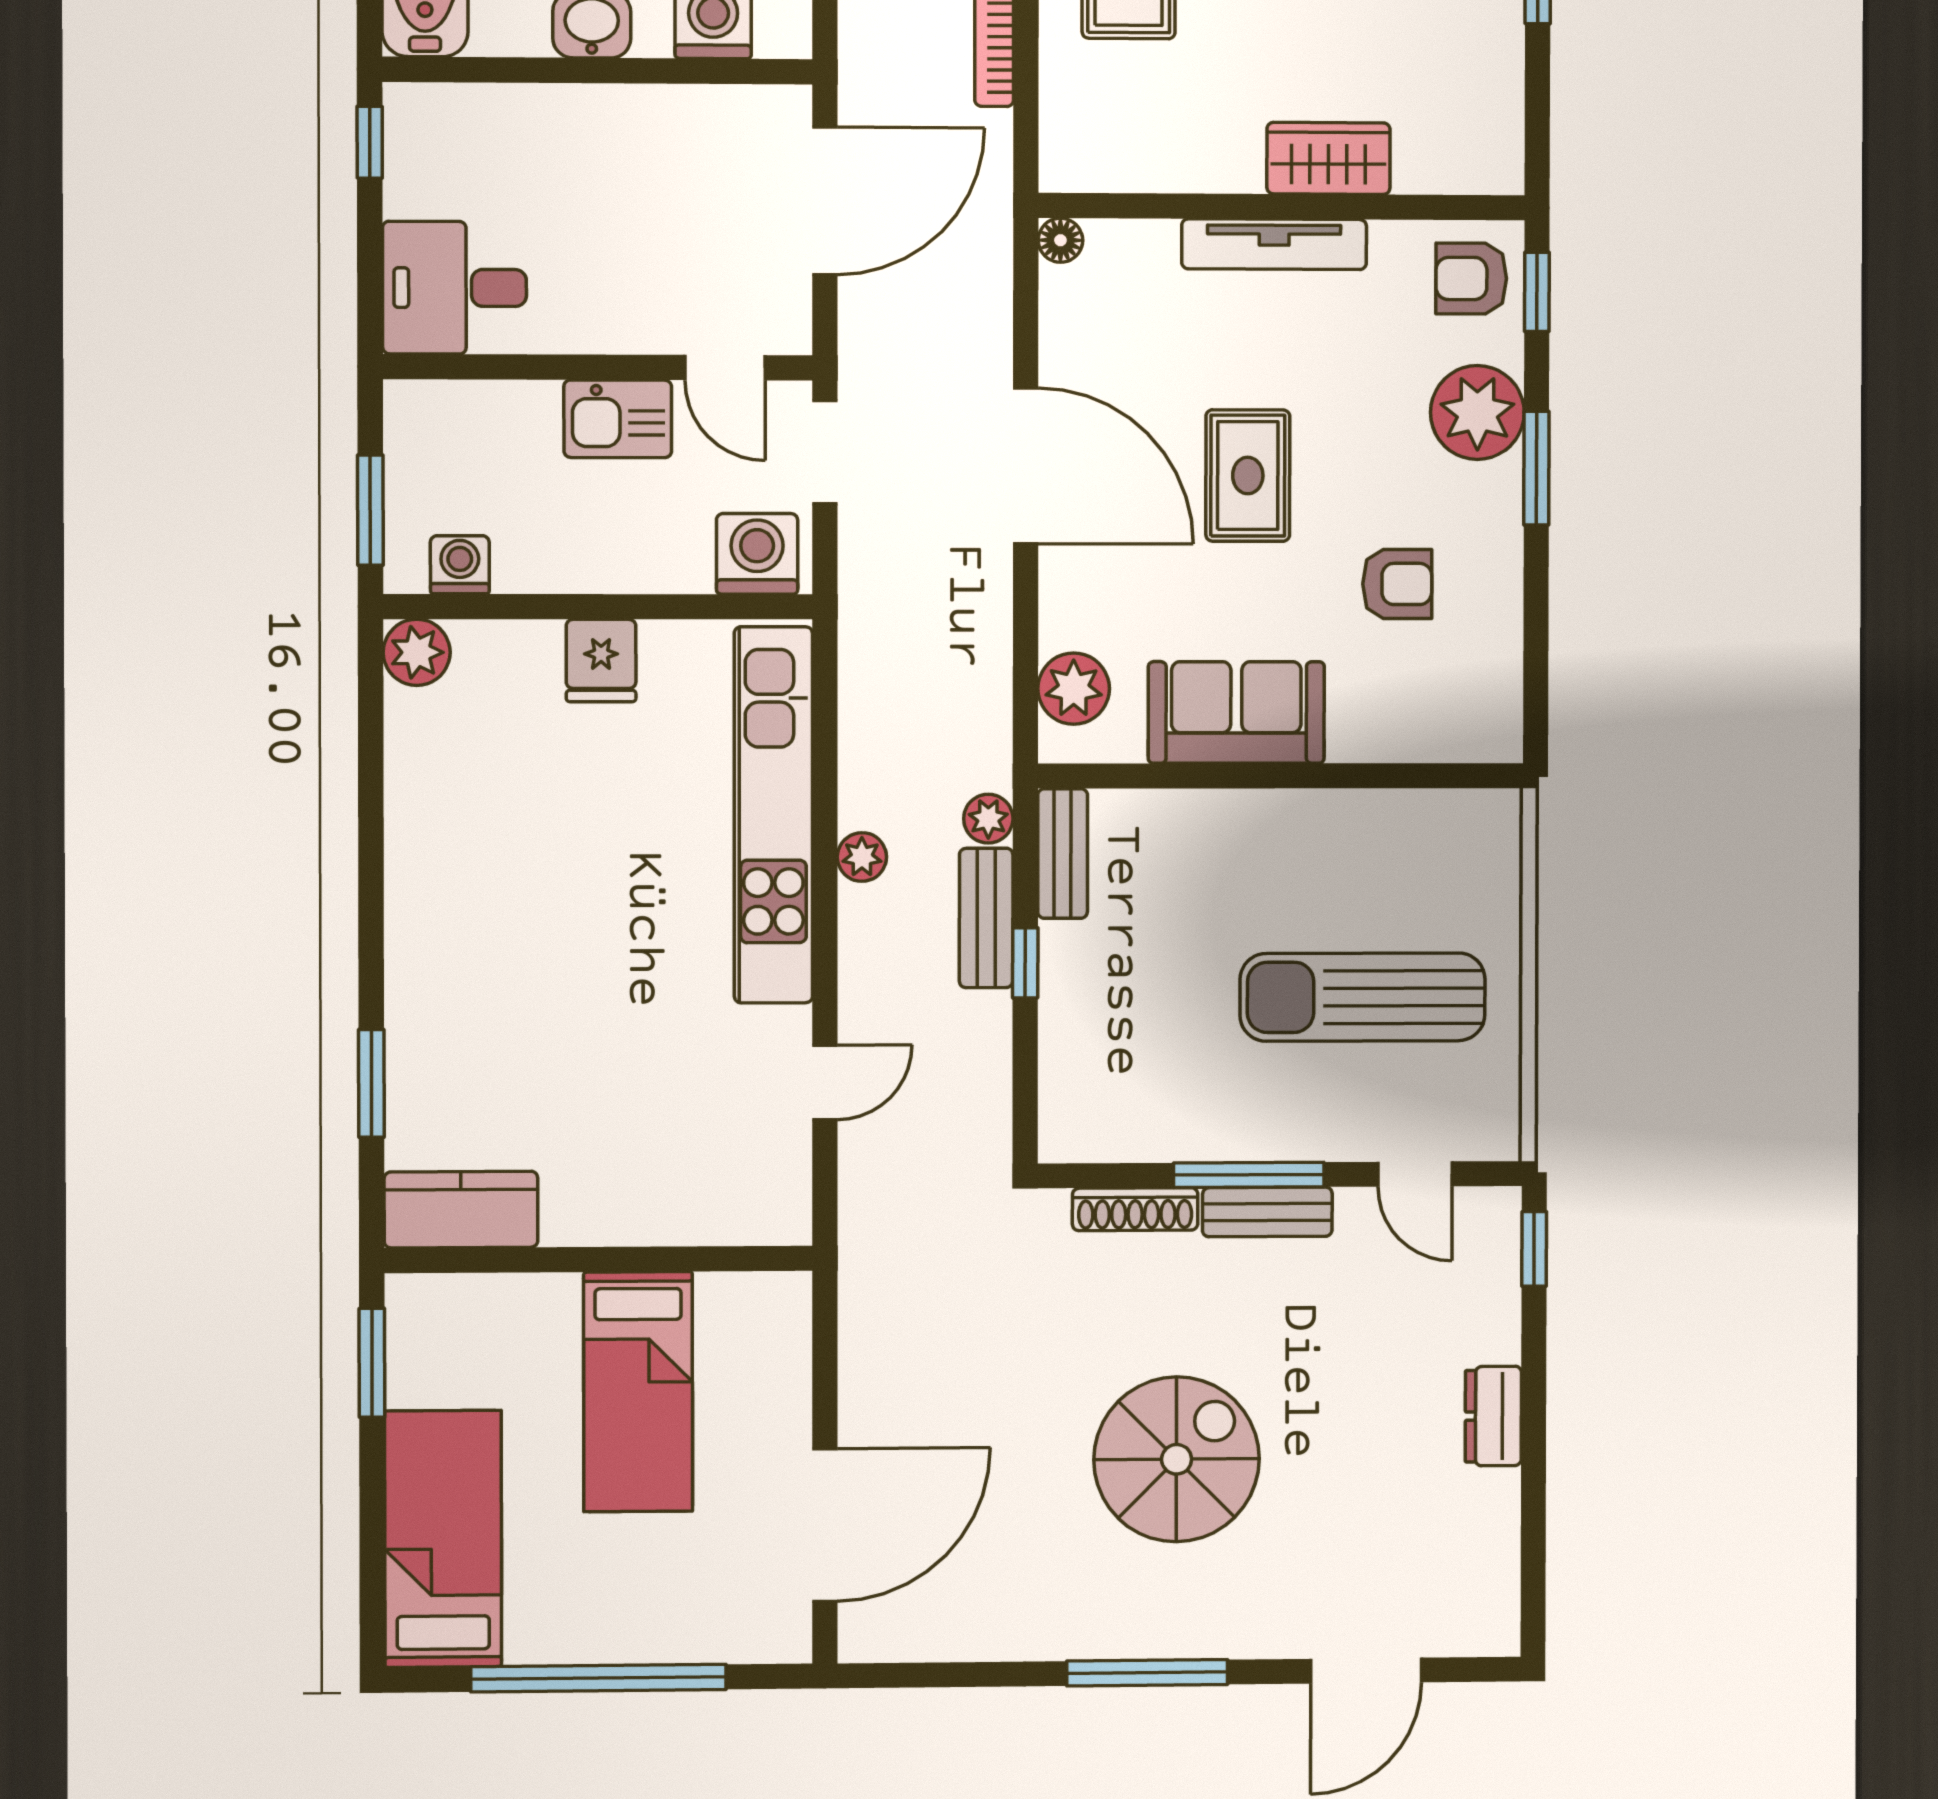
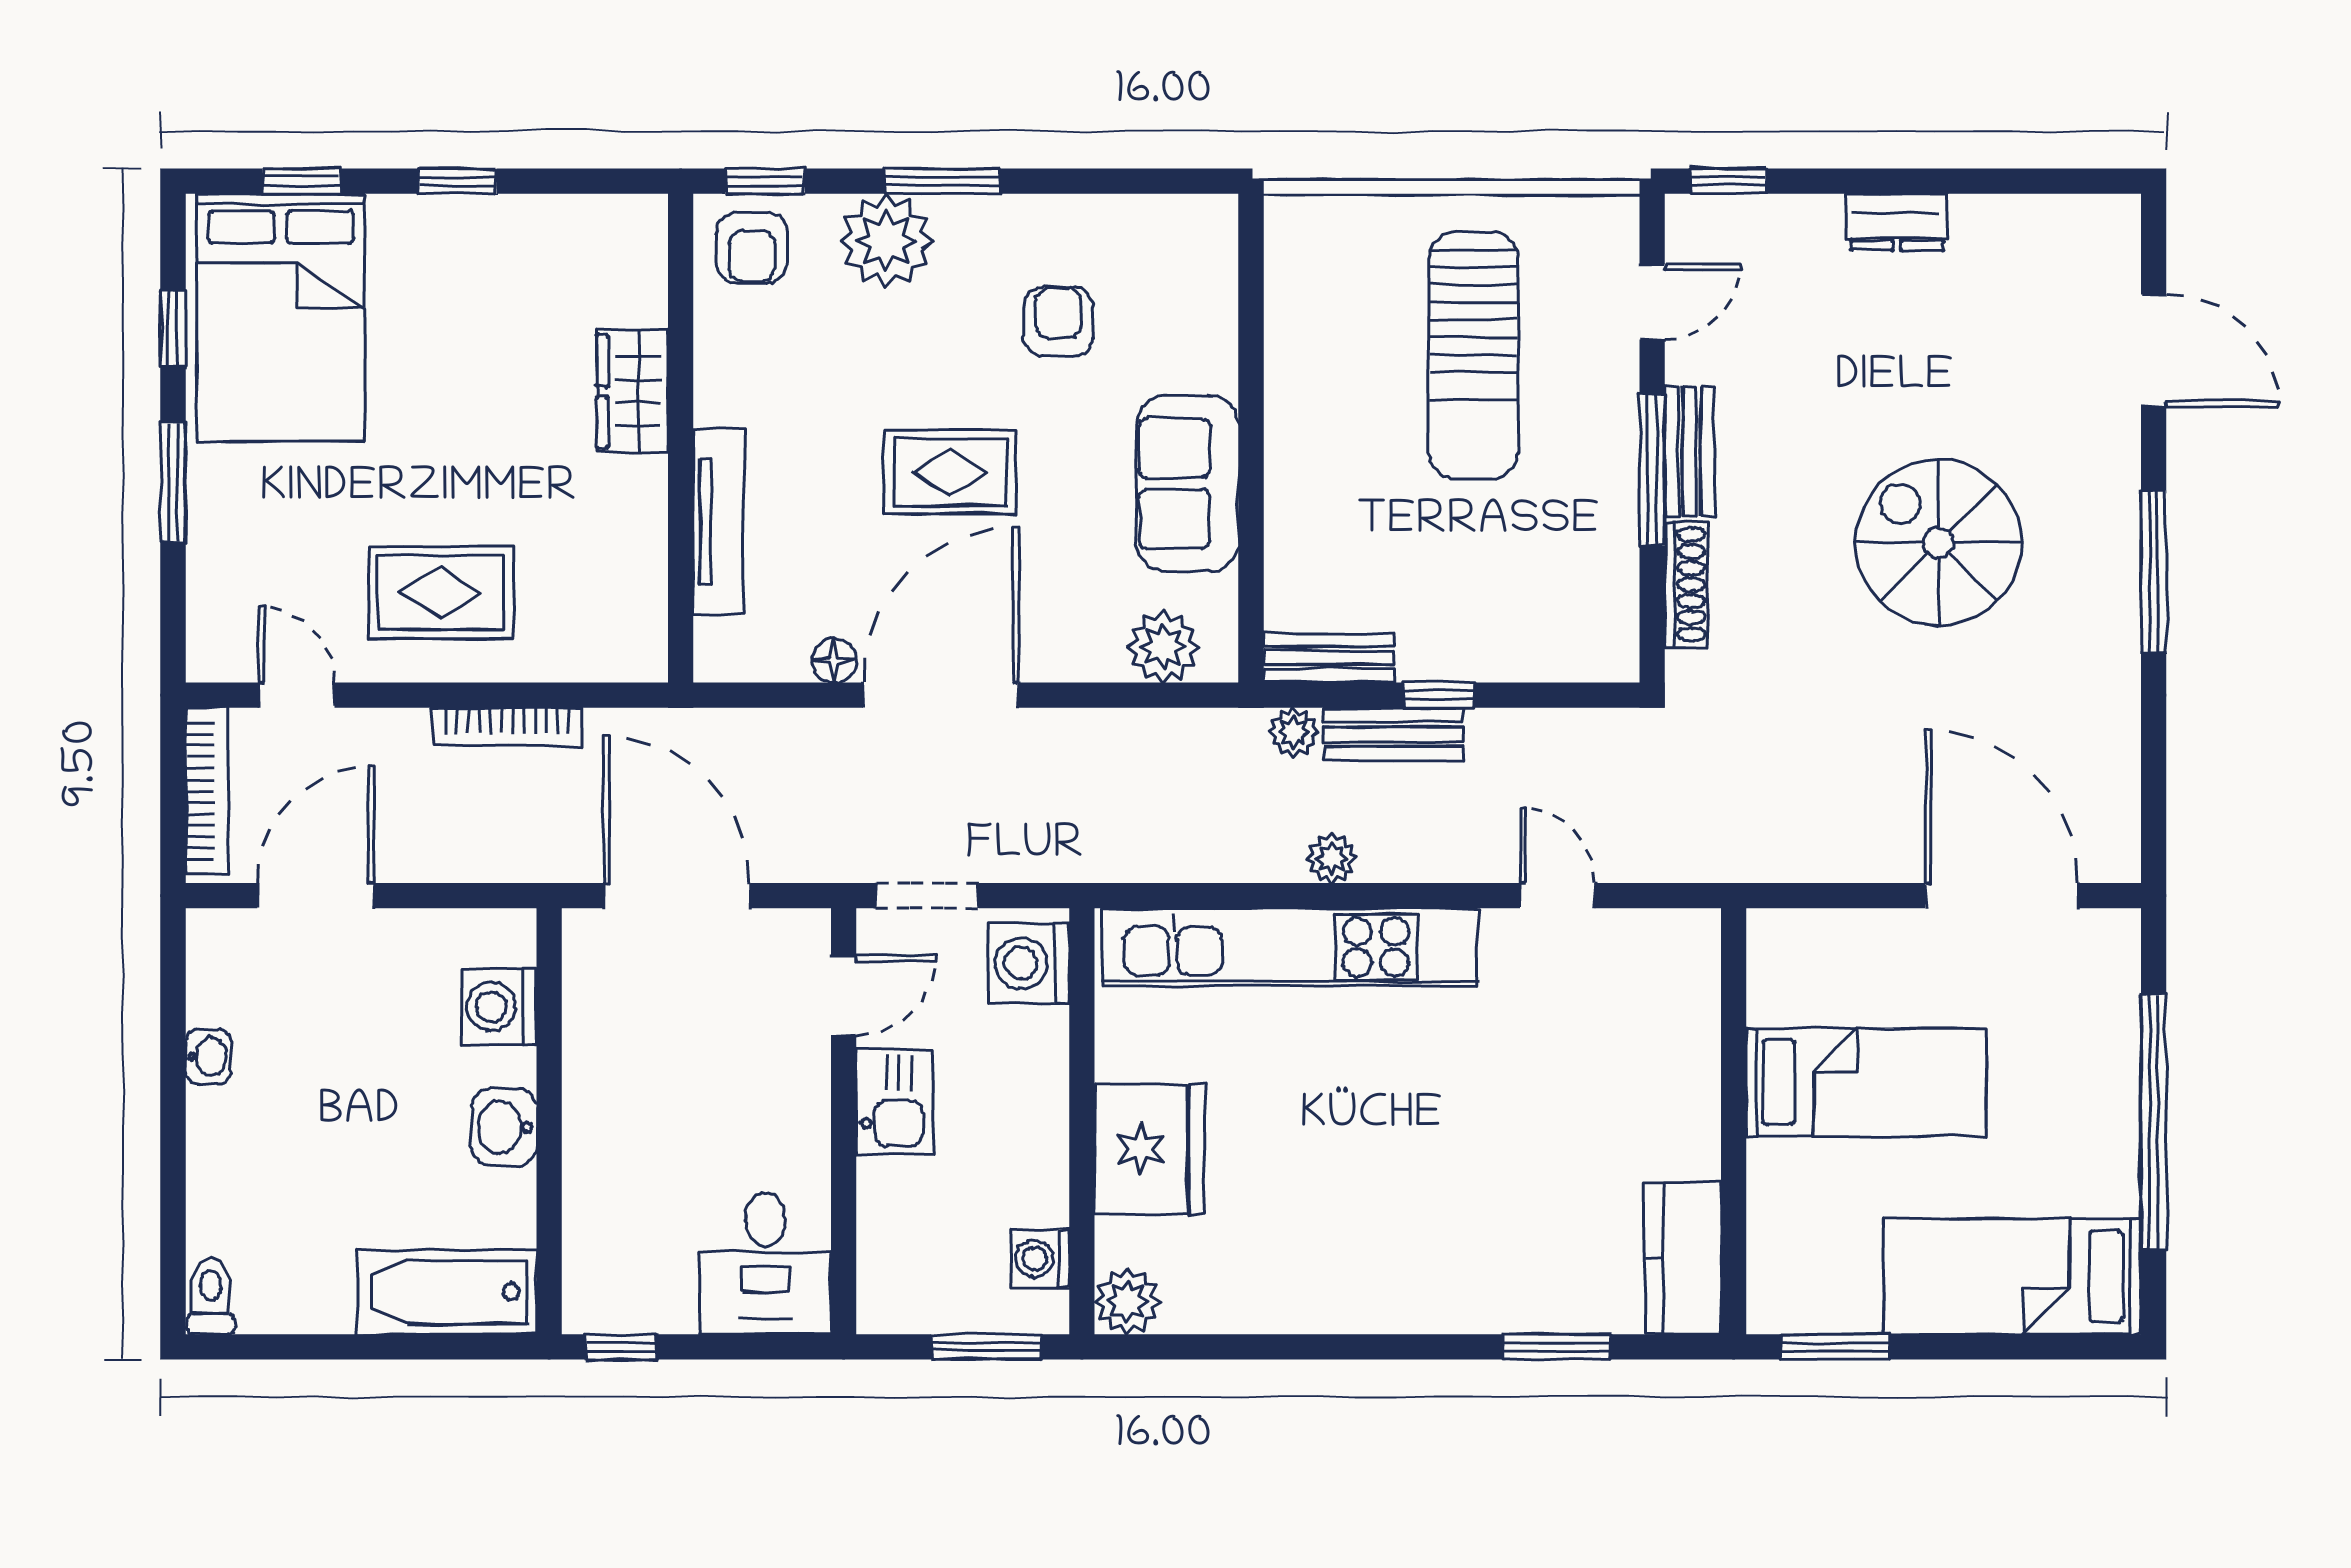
floor lamp: (1060, 240) -> (834, 660), moved
tv unit: (1274, 244) -> (718, 521), moved
fridge: (601, 661) -> (1149, 1149), width x1.88, depth x1.34

